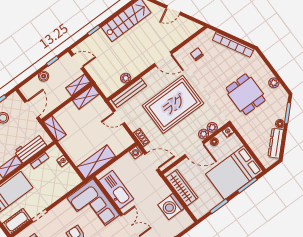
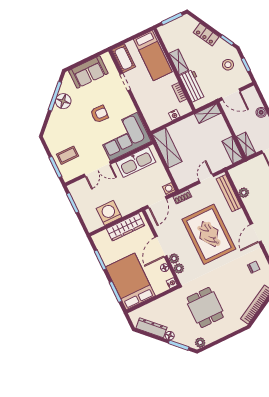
plant: (274, 83) -> (200, 343), moved
dining table: (246, 94) -> (205, 307), turned 90

